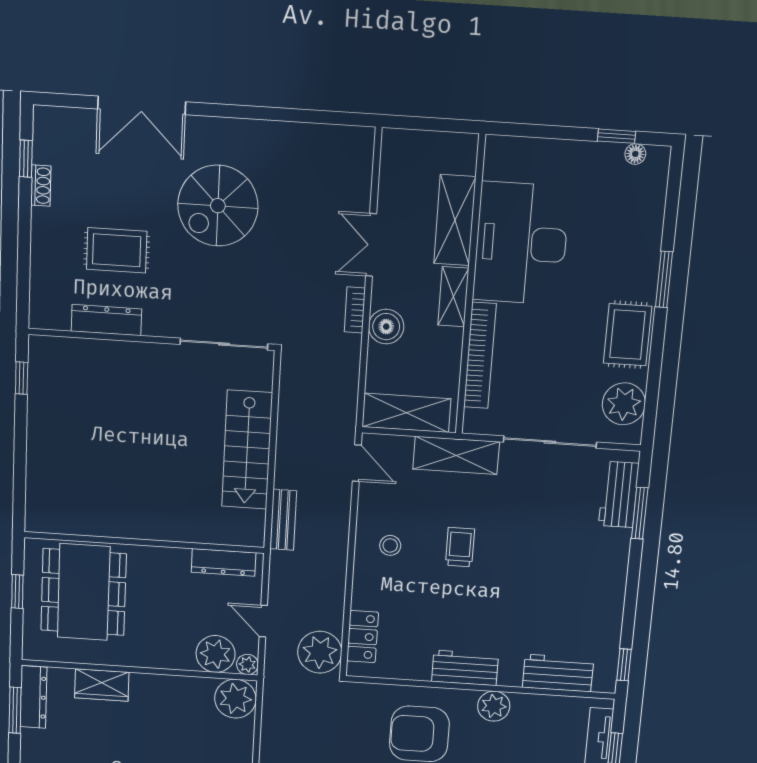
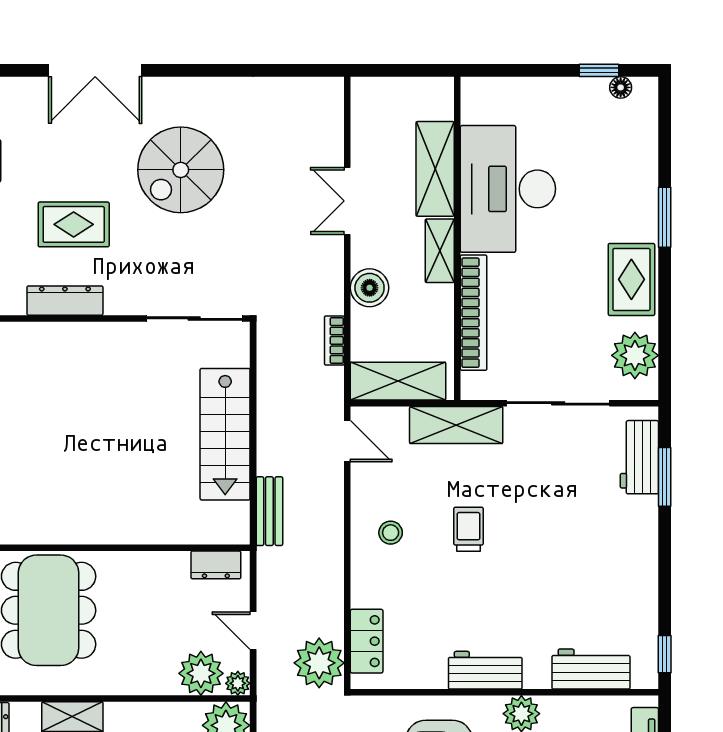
bookcase: (355, 310) -> (334, 340), moved
dresser: (224, 562) -> (216, 565), width x0.70

